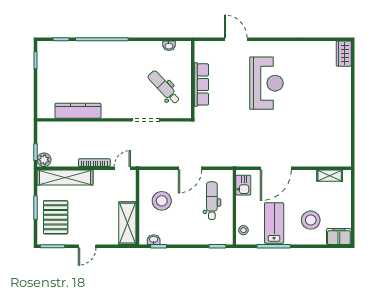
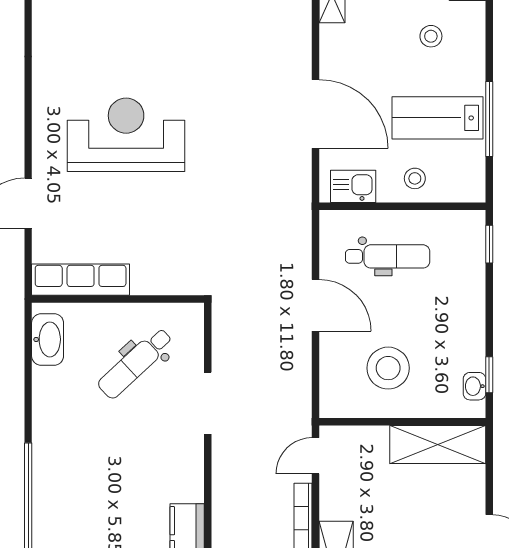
washbasin: (169, 46) -> (48, 339), width x1.91, depth x1.45
row of seats: (201, 84) -> (81, 280), moved
door: (122, 168) -> (316, 456), hinge flipped
dental chair: (212, 201) -> (388, 256), turned 180
stool: (311, 220) -> (431, 36), width x0.53, depth x0.53
stool: (243, 230) -> (415, 178), moved

